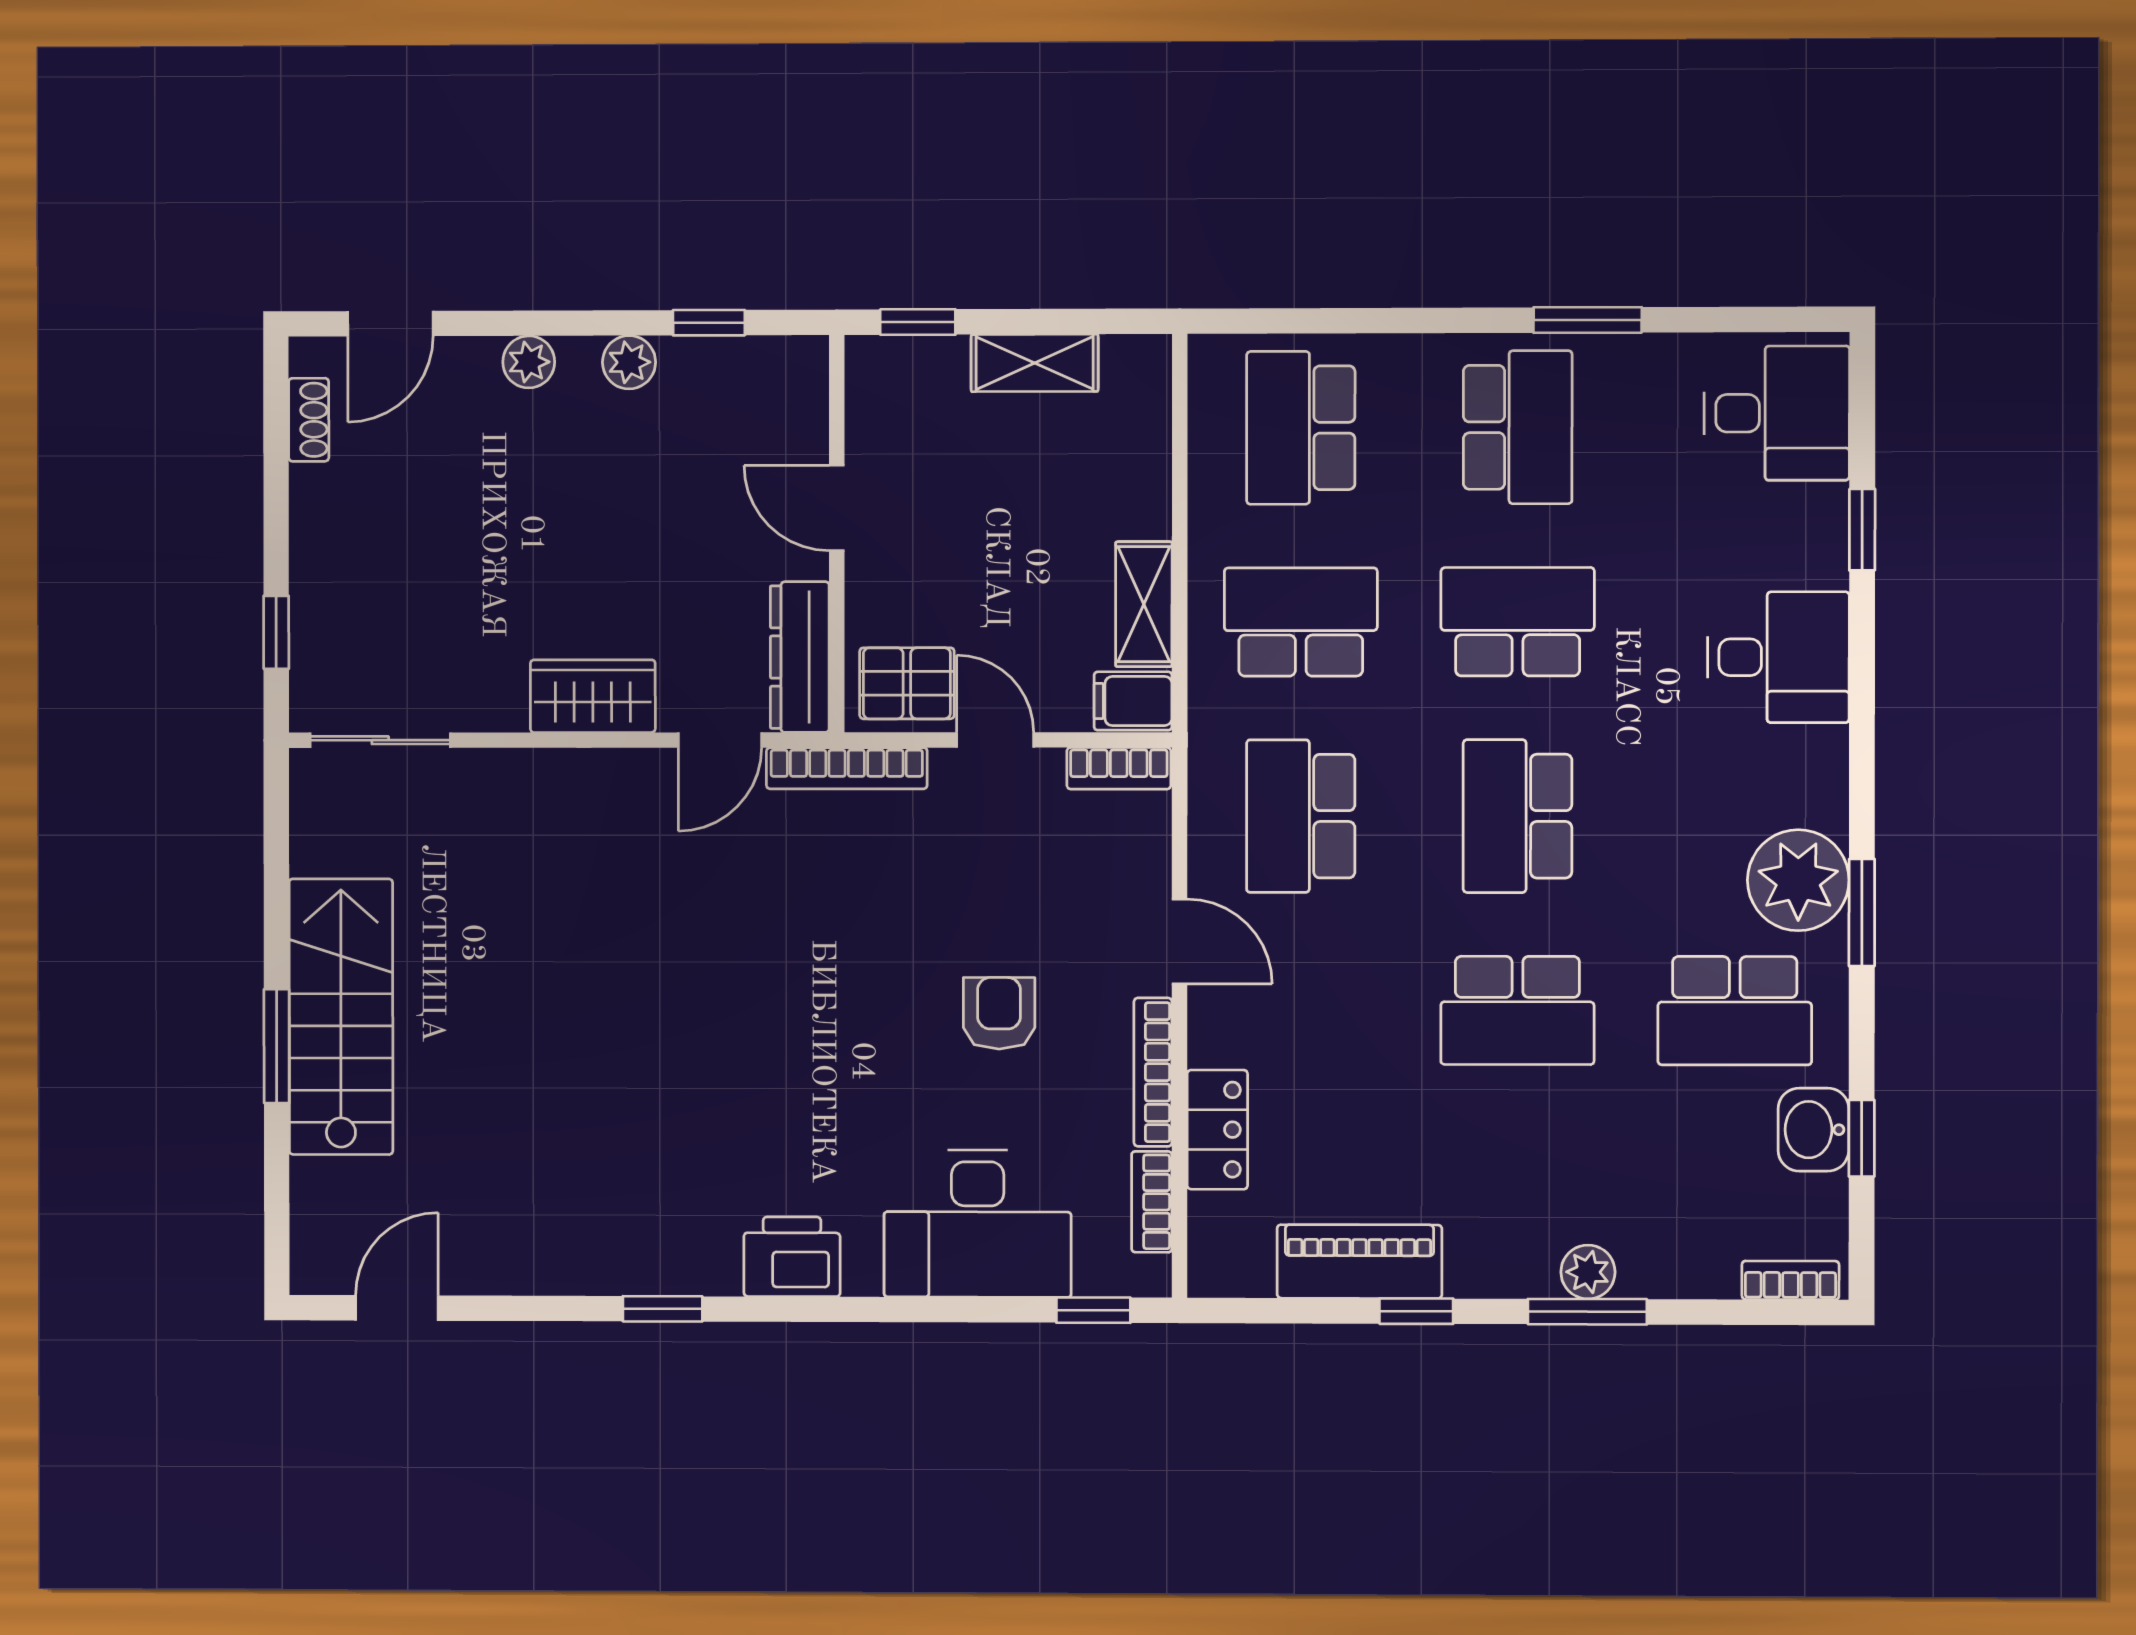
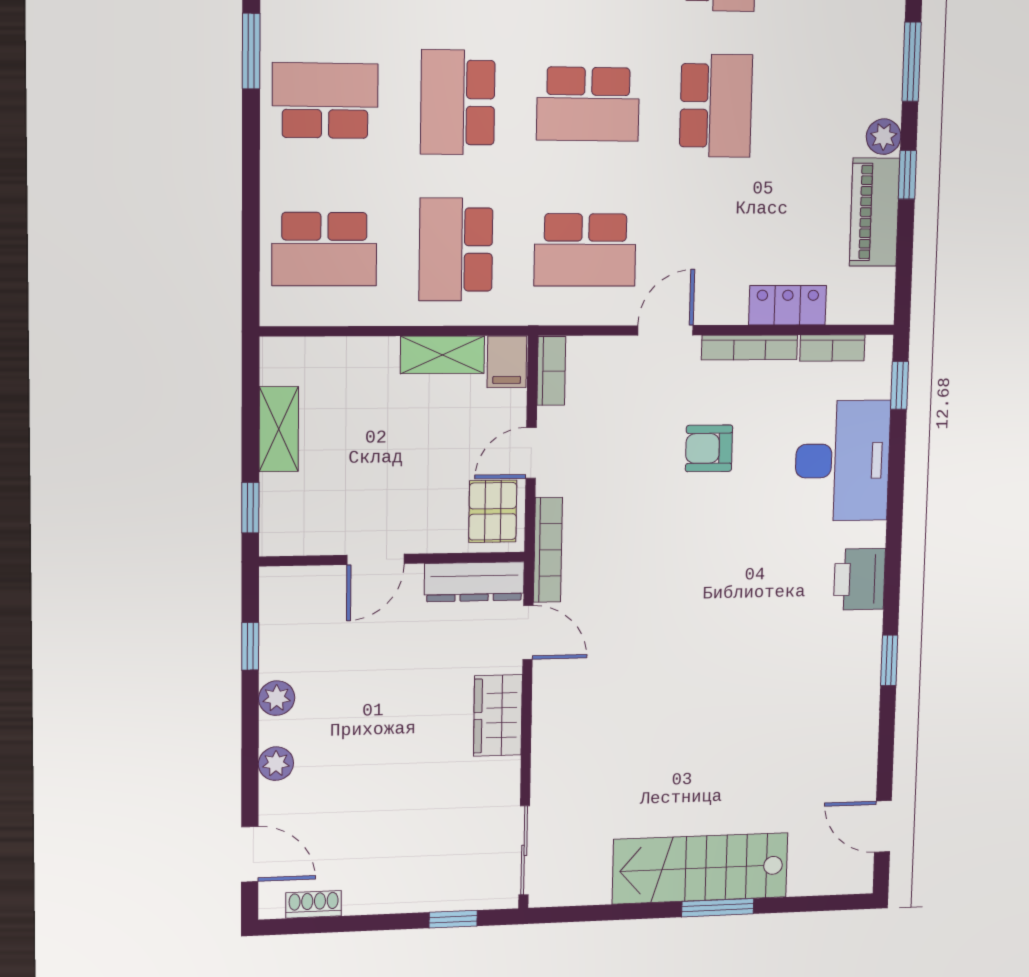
plant: (1588, 1272) -> (884, 137), moved

